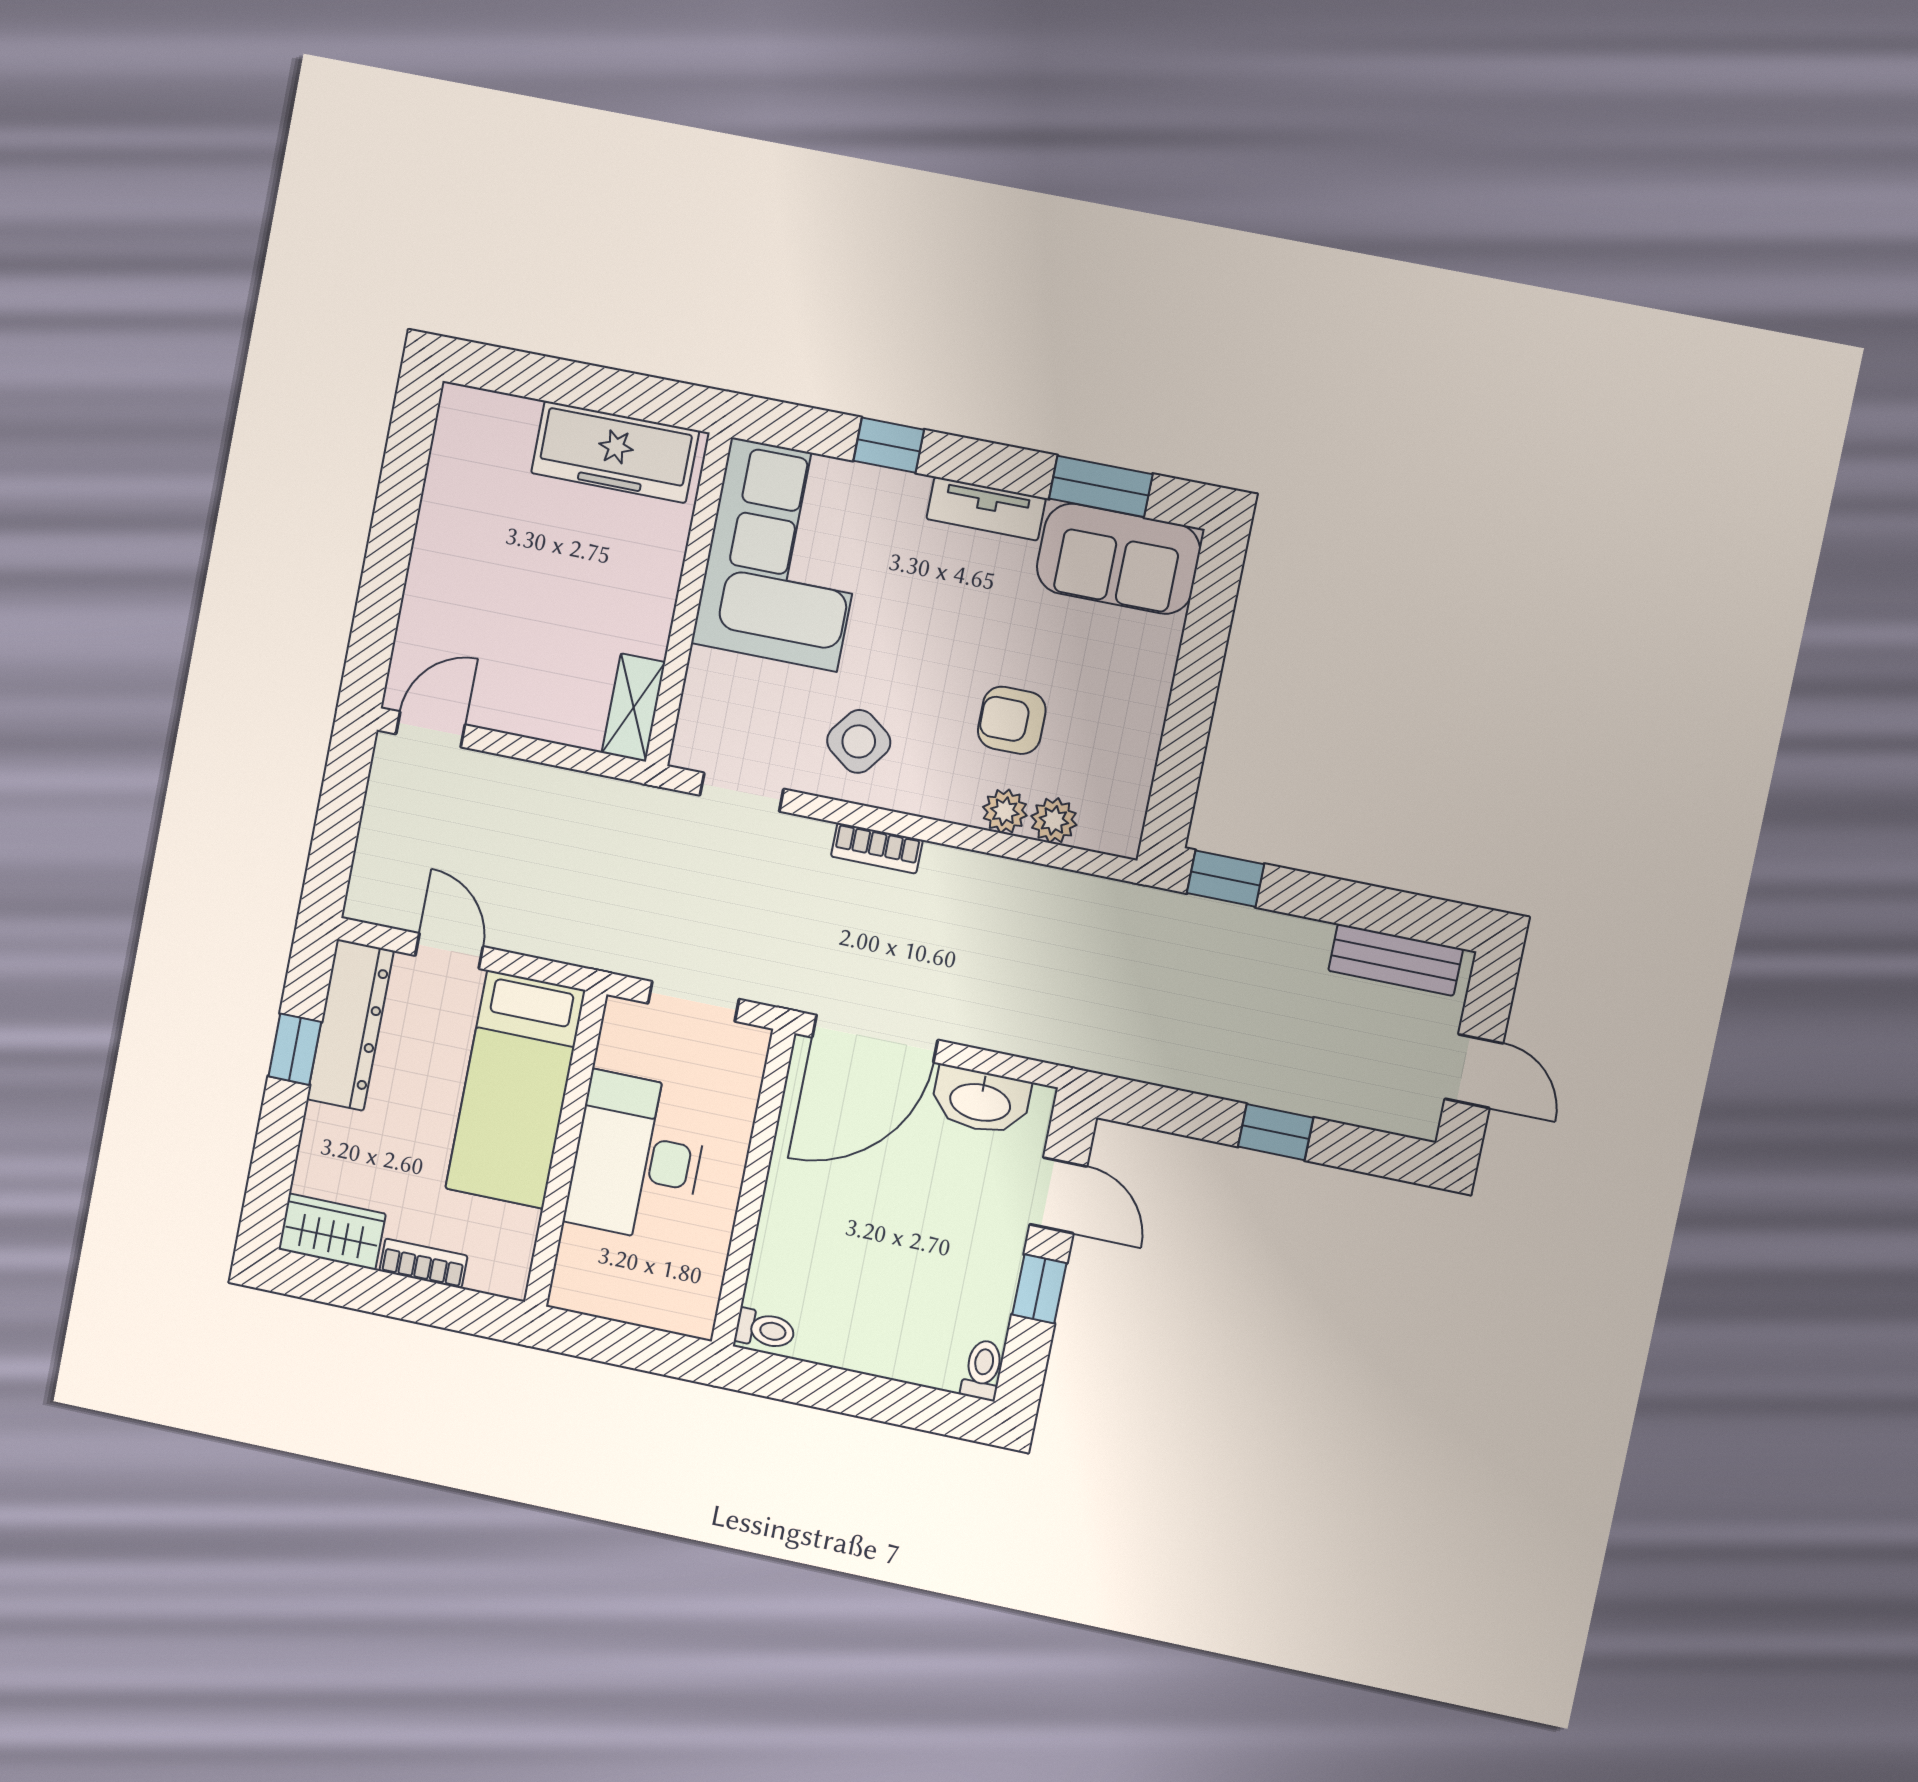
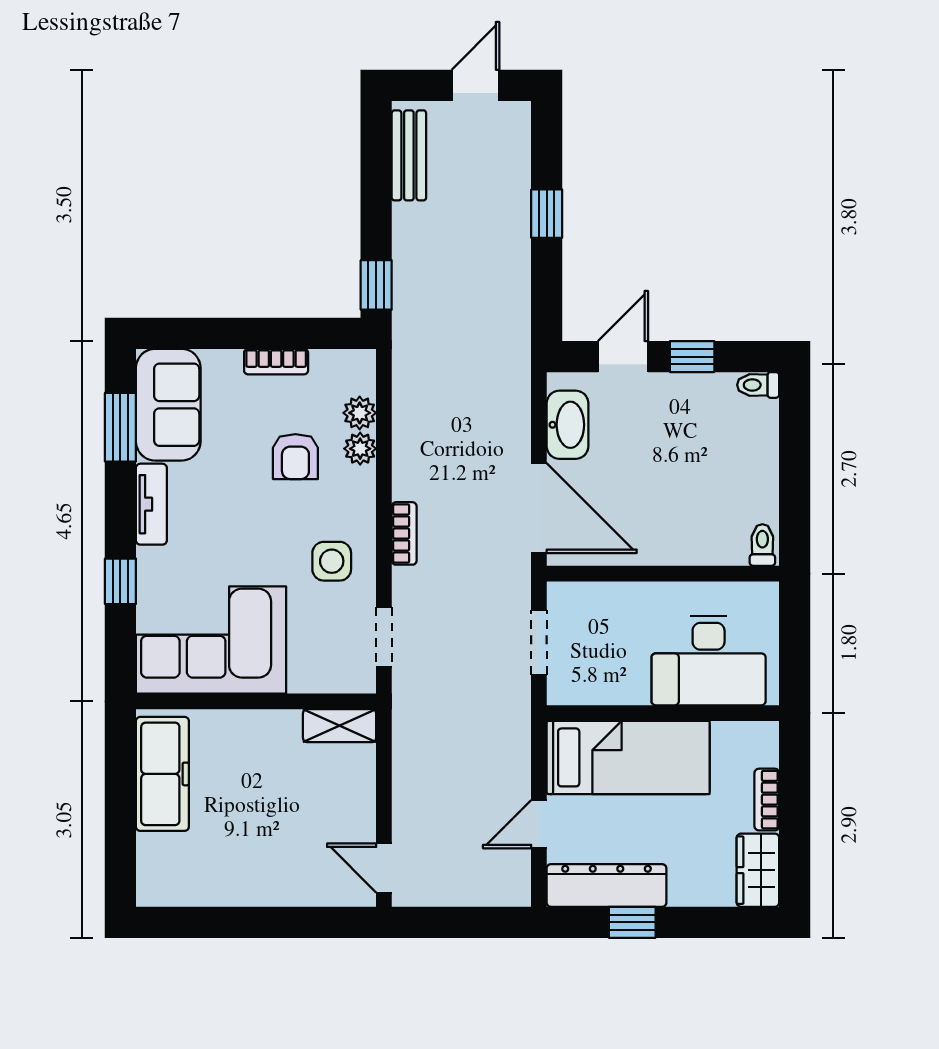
bookcase: (1148, 720) -> (276, 362), added
side table: (859, 741) -> (332, 561), turned -37
desk: (637, 1157) -> (709, 660), moved

